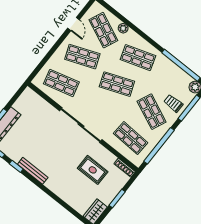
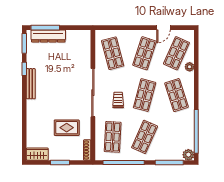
shop shelf: (82, 57) -> (145, 53), turned 39
shop shelf: (117, 84) -> (145, 95), turned 36
trolley: (173, 103) -> (118, 100), moved
rug: (93, 170) -> (67, 128), turned 90

